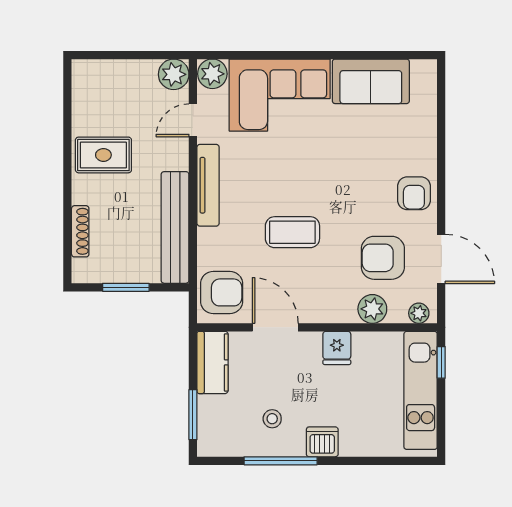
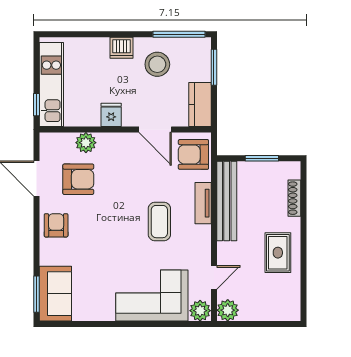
sofa: (371, 81) -> (55, 294), moved, turned 90
window: (441, 97) -> (37, 294), added
rug: (103, 155) -> (278, 253), turned 90
tv unit: (208, 185) -> (203, 203), moved, width x0.71
coffee table: (292, 232) -> (159, 222), moved, turned 90
plant: (419, 313) -> (53, 140), removed
stool: (272, 419) -> (157, 64), width x1.89, depth x1.89
window: (281, 461) -> (179, 34), moved

